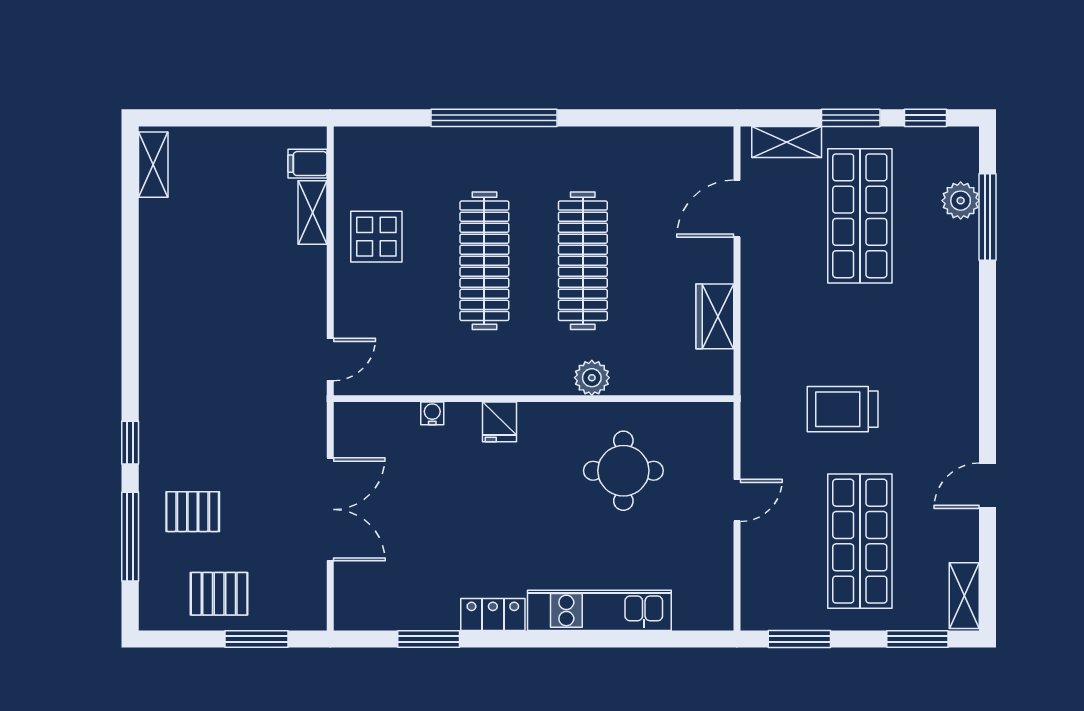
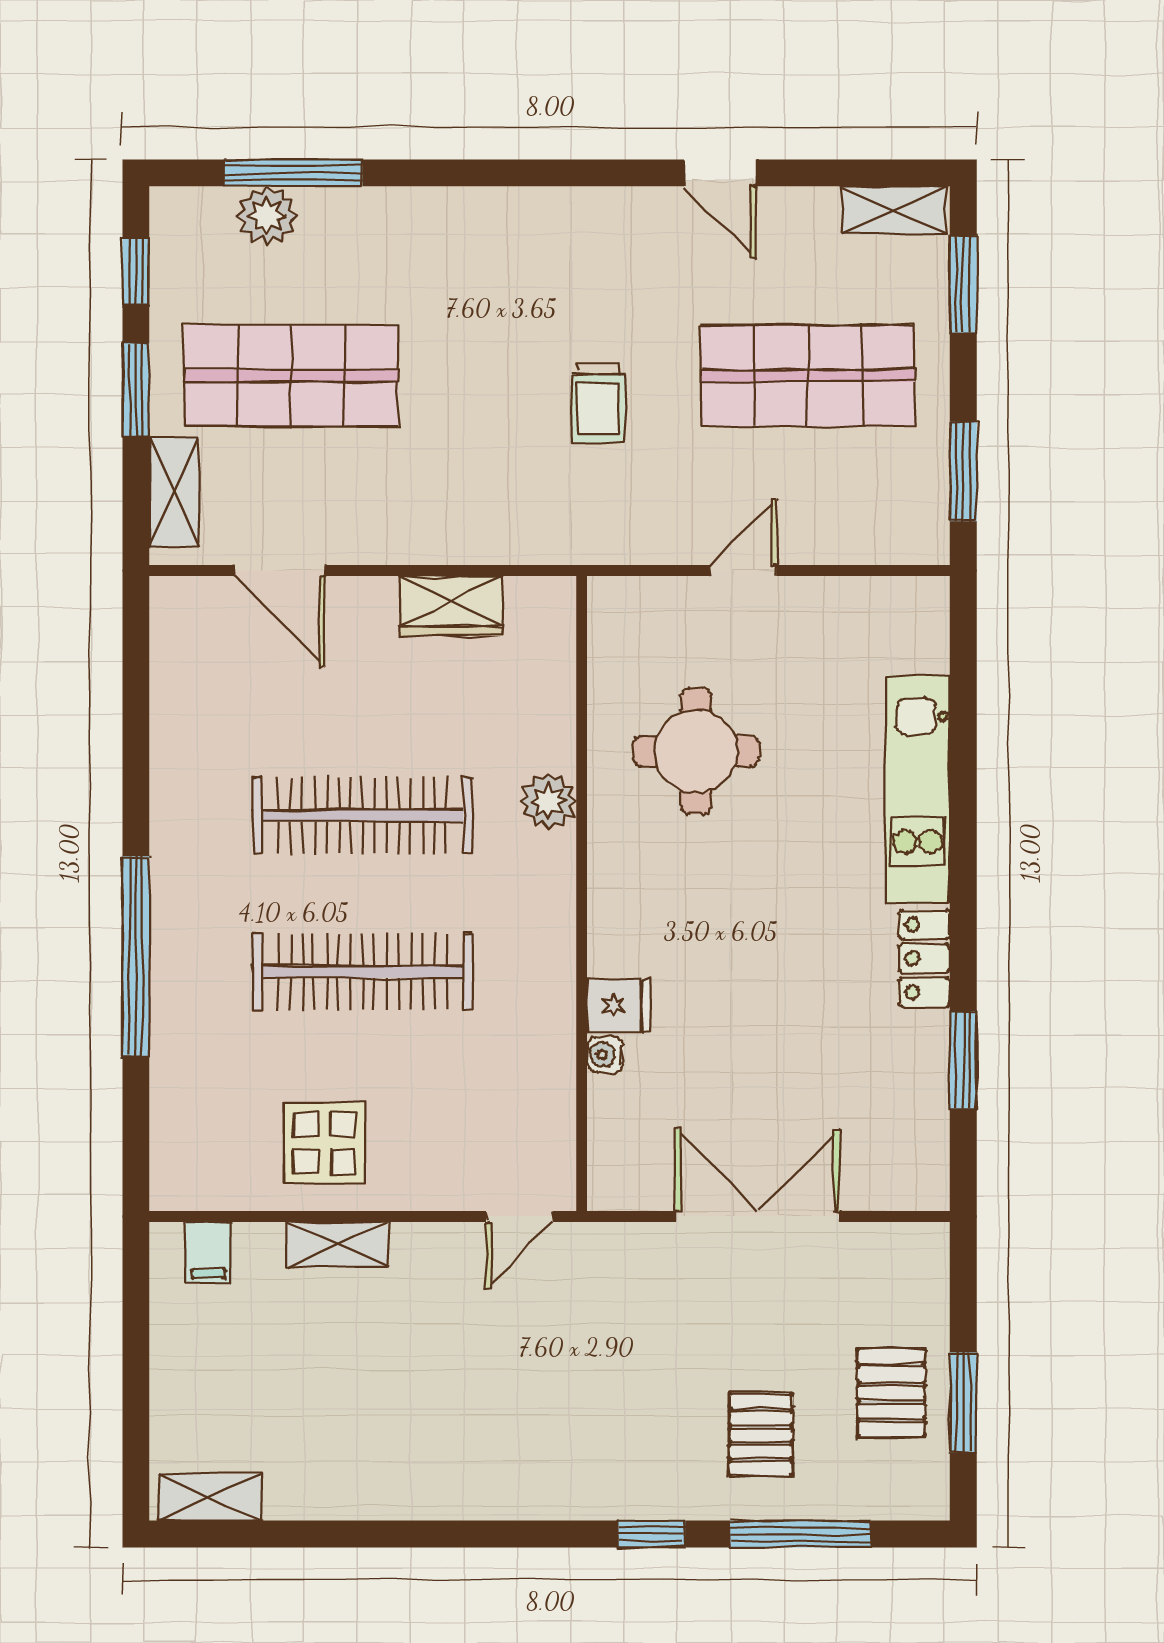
shelving: (312, 213) -> (337, 1245), moved
door: (330, 359) -> (519, 1216), swing flipped
trolley: (843, 409) -> (598, 403), width x0.73, depth x0.72
fridge: (500, 422) -> (619, 1005), moved
door: (737, 500) -> (743, 571), hinge flipped
window: (256, 639) -> (963, 1402), moved

